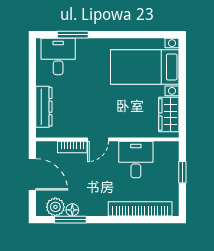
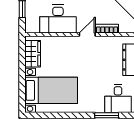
desk: (136, 160) -> (58, 19), width x1.37

